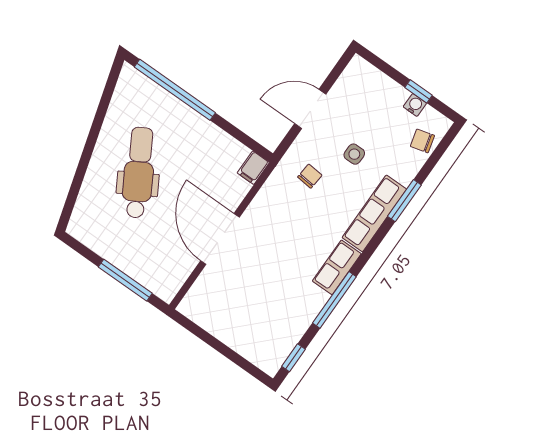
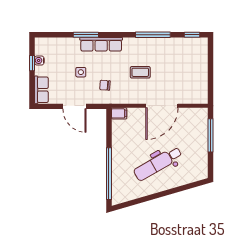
chair: (422, 141) -> (53, 46), removed
coffee table: (292, 242) -> (140, 72), added
row of seats: (337, 267) -> (41, 90), moved, turned -90

